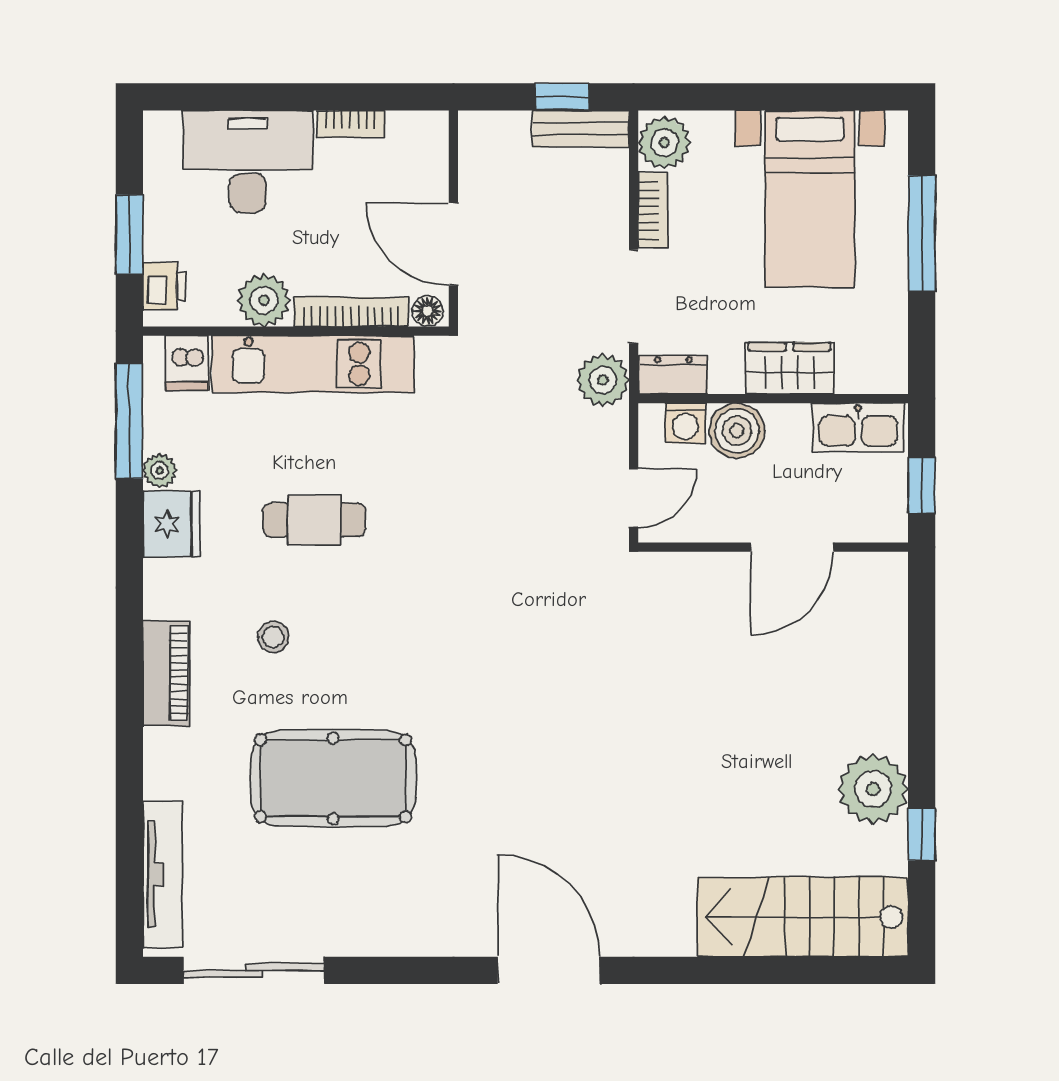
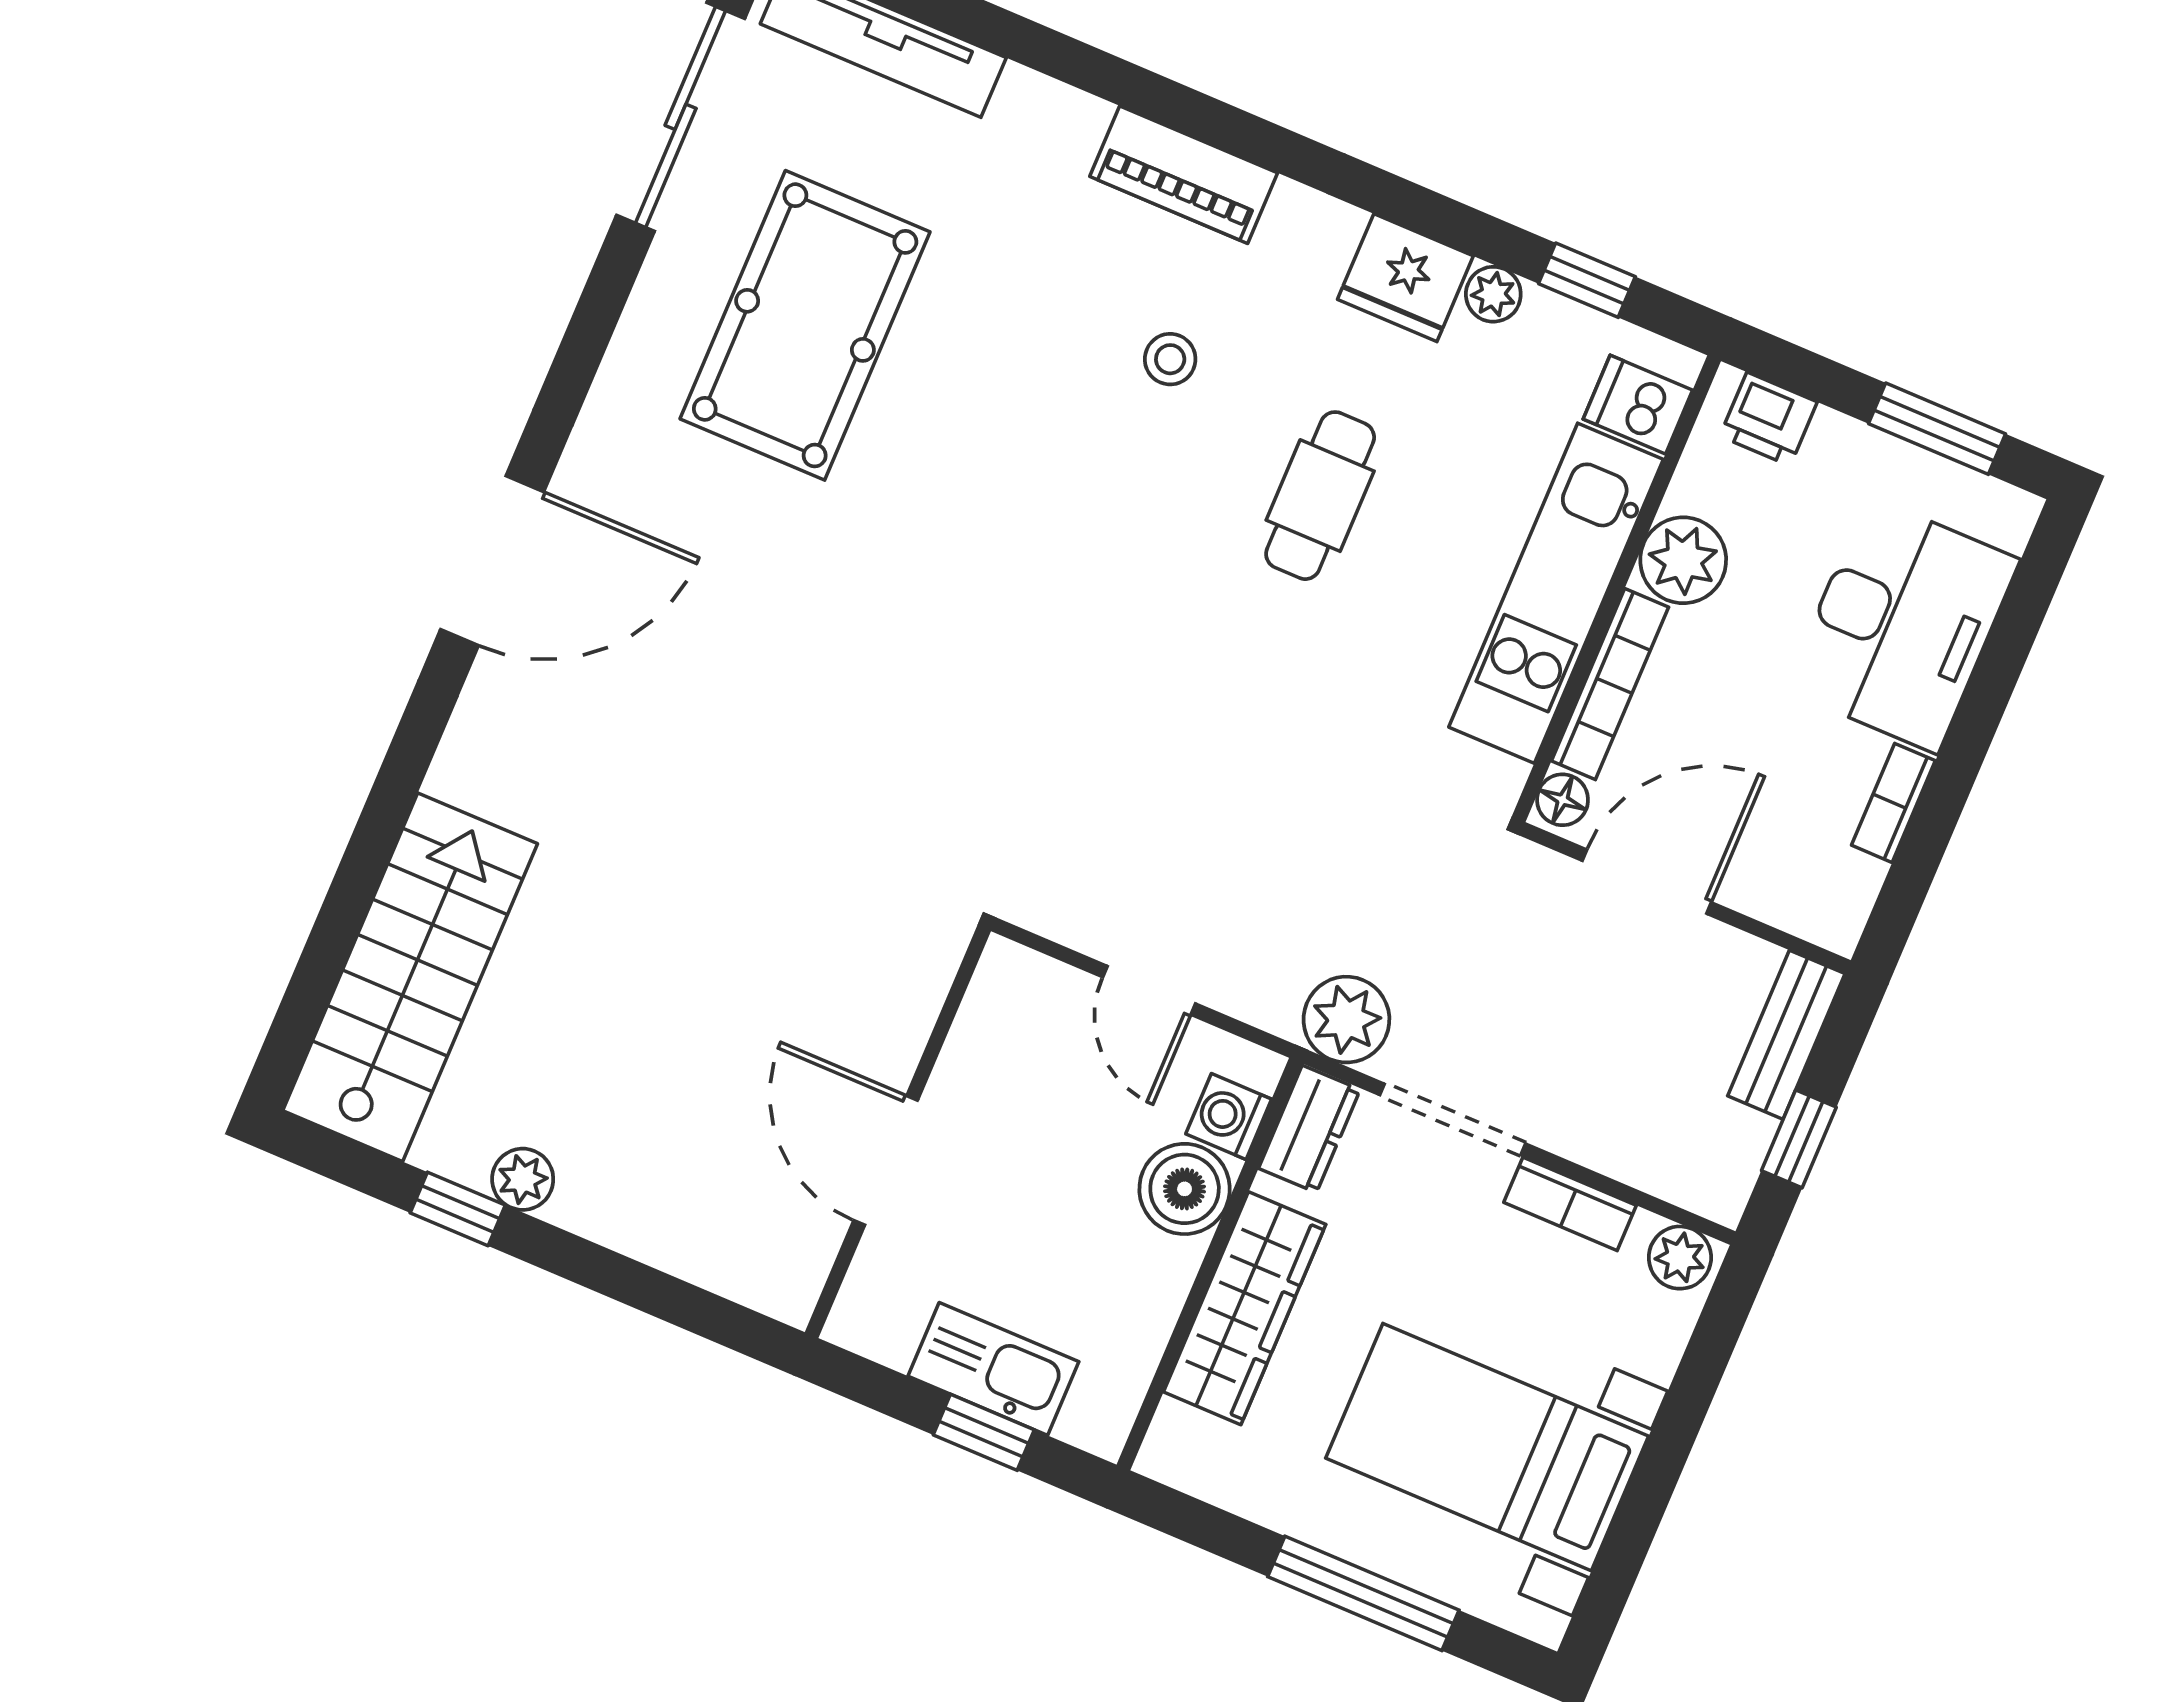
bench: (581, 129) -> (1786, 1035), moved
plant: (664, 143) -> (1680, 1258), width x0.73, depth x0.73
window: (129, 235) -> (1937, 429), moved
wardrobe: (790, 368) -> (1245, 1308), width x1.50
window: (129, 421) -> (1587, 280), width x0.46
kitchen sink: (858, 428) -> (993, 1369), moved, turned 90
wall: (773, 547) -> (898, 1132), moved
door: (792, 547) -> (886, 1160), moved
pool table: (333, 778) -> (805, 325), moved
plant: (873, 789) -> (523, 1179), width x0.53, depth x0.53

